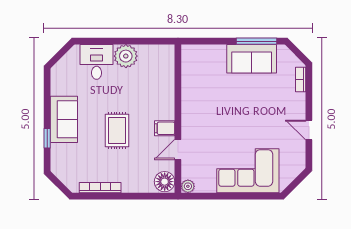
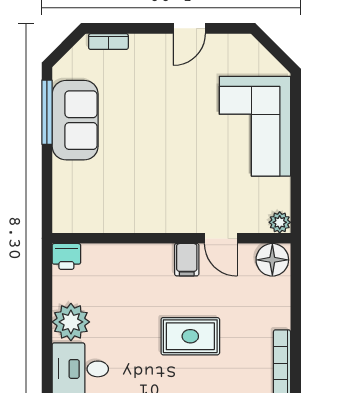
printer: (167, 53) -> (66, 256), added

